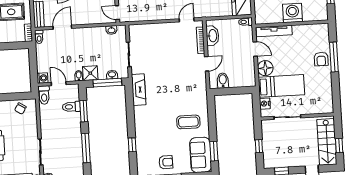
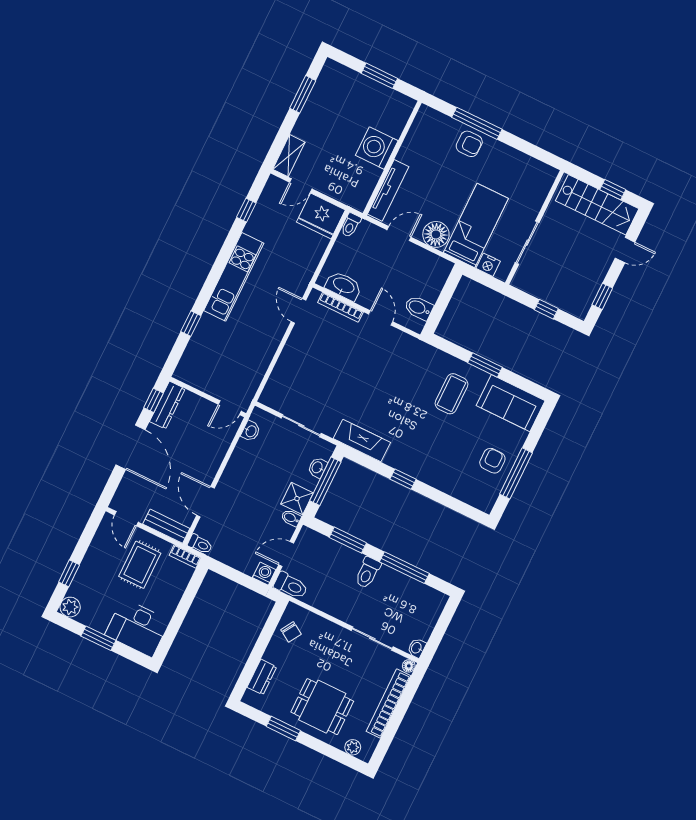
toilet: (71, 107) -> (368, 573), moved
window: (132, 145) -> (403, 479), moved
window: (214, 151) -> (485, 365), moved

